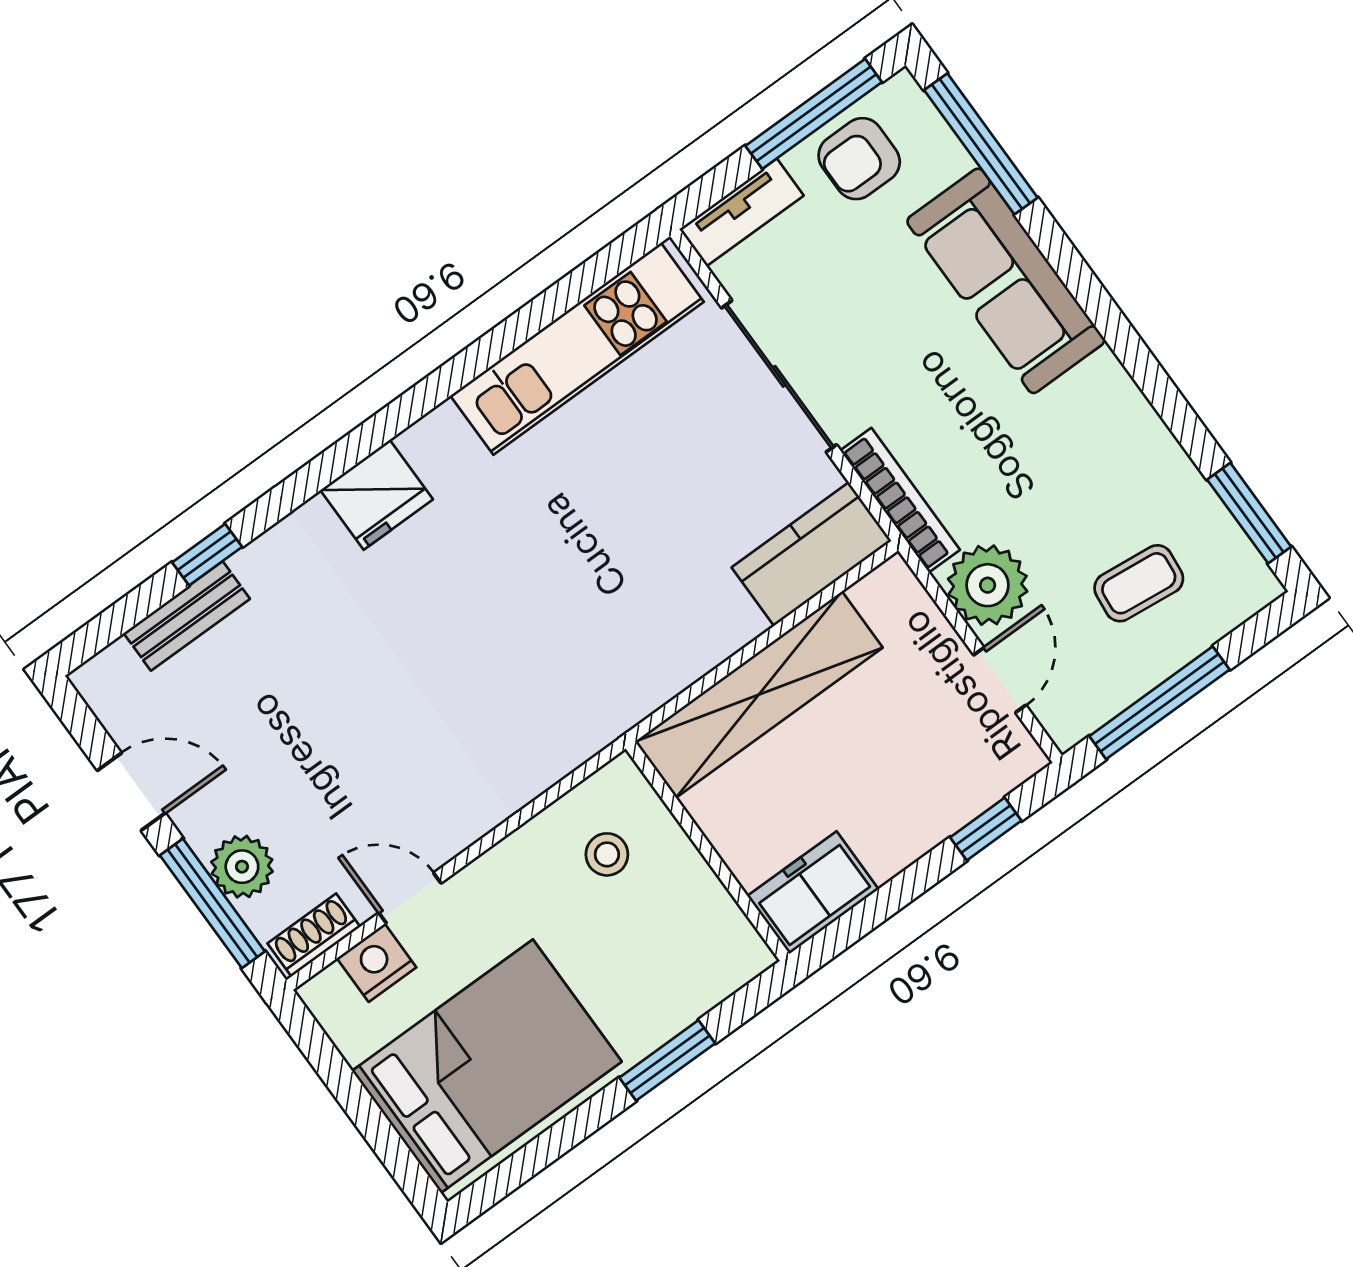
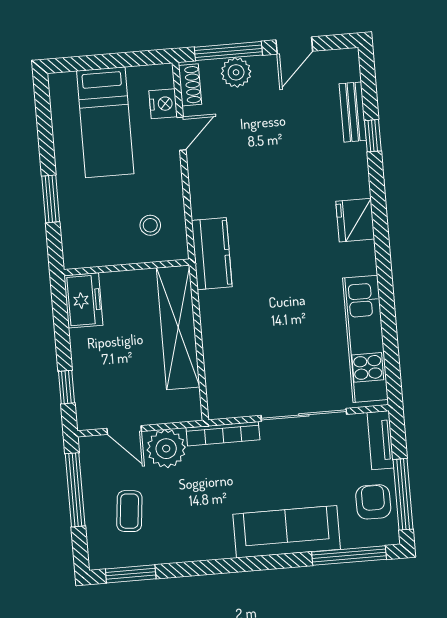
kitchen counter: (812, 554) -> (212, 254), moved
bed: (487, 1066) -> (105, 122), width x0.67

